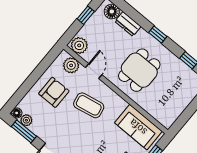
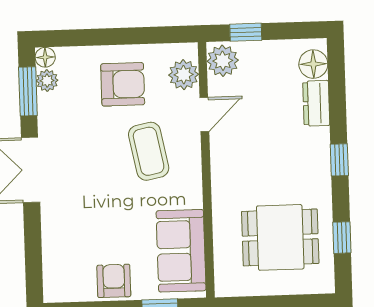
window: (86, 15) -> (246, 32), moved
dining table: (139, 70) -> (280, 237), moved

